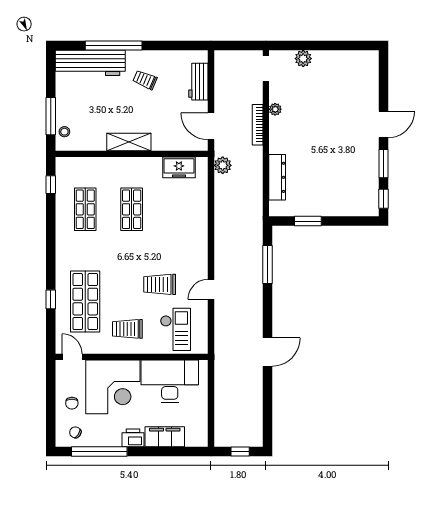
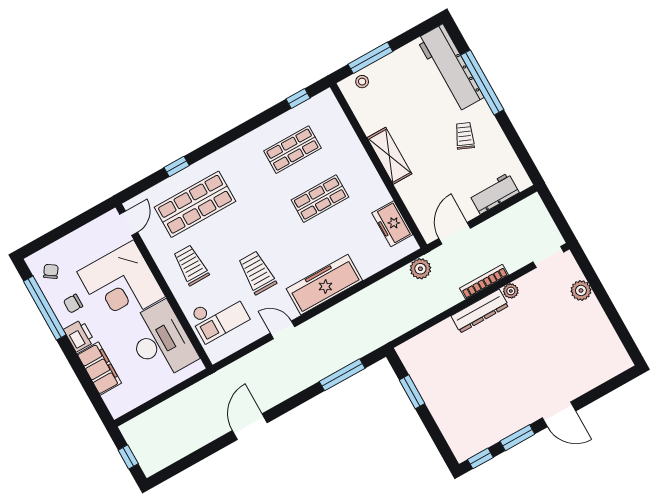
dresser: (277, 177) -> (480, 311), moved
freezer: (195, 241) -> (324, 285), added
door: (267, 352) -> (250, 427), swing flipped
chair: (72, 403) -> (73, 304), moved

